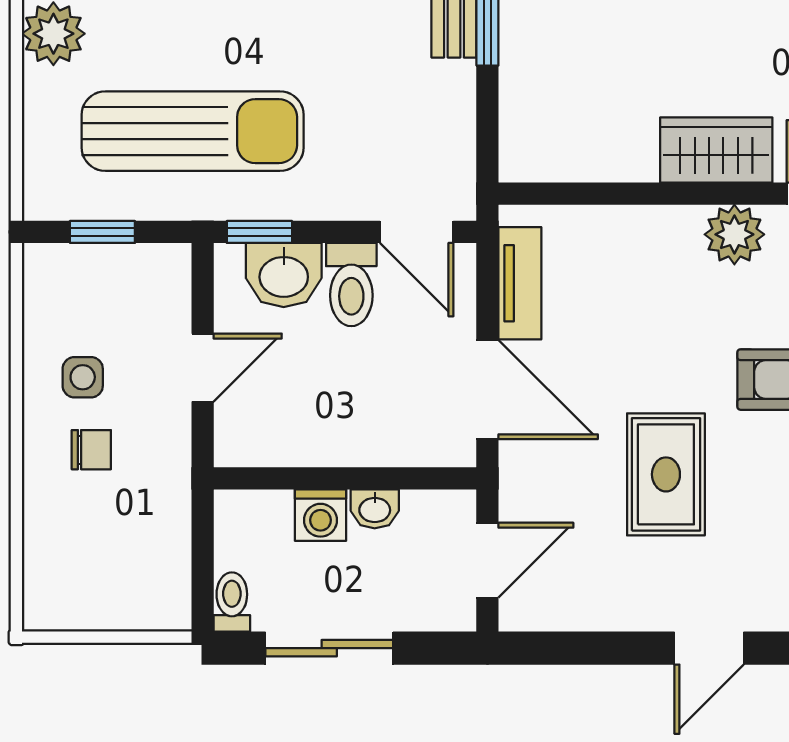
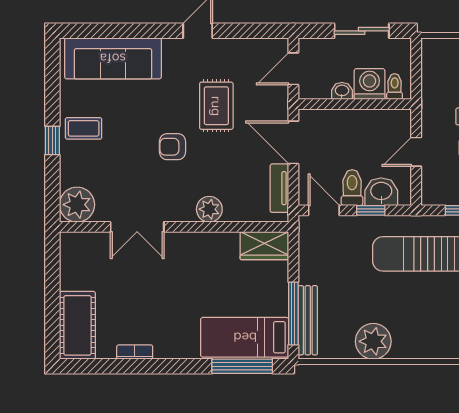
wardrobe: (716, 150) -> (264, 246), moved
window: (259, 232) -> (371, 210), moved
plant: (734, 234) -> (209, 209), moved
washing machine: (321, 515) -> (370, 84), width x1.38, depth x1.38
toilet: (232, 602) -> (395, 86), moved, turned 180

